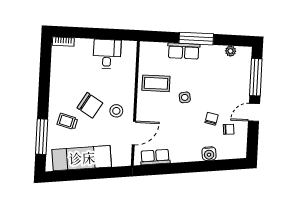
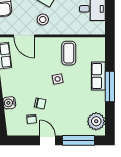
plant: (231, 51) -> (96, 121), width x1.88, depth x1.88

